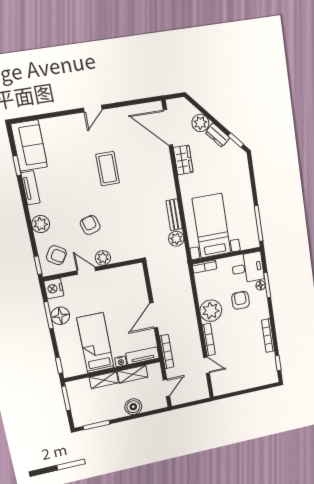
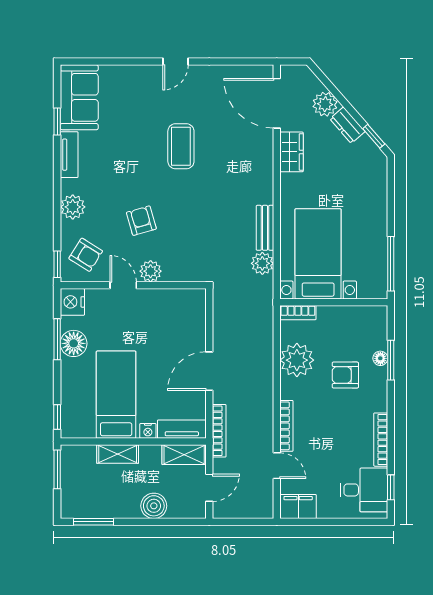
desk: (248, 268) -> (364, 490), moved
armchair: (240, 300) -> (345, 375), turned -90
plant: (211, 311) -> (297, 360), moved
shelving: (133, 374) -> (184, 455), moved
filing cabinet: (224, 387) -> (298, 507), added

